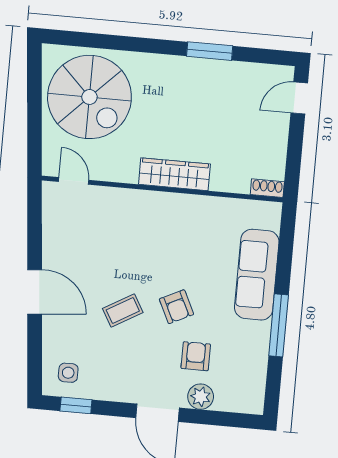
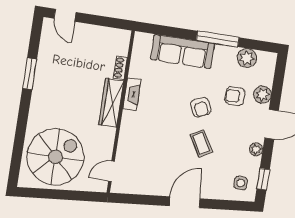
shoe rack: (267, 188) -> (120, 68), moved
fireplace: (189, 204) -> (132, 94), added
armchair: (176, 307) -> (201, 107), turned 92
plant: (253, 370) -> (247, 58), added
plant: (119, 392) -> (256, 149), added

